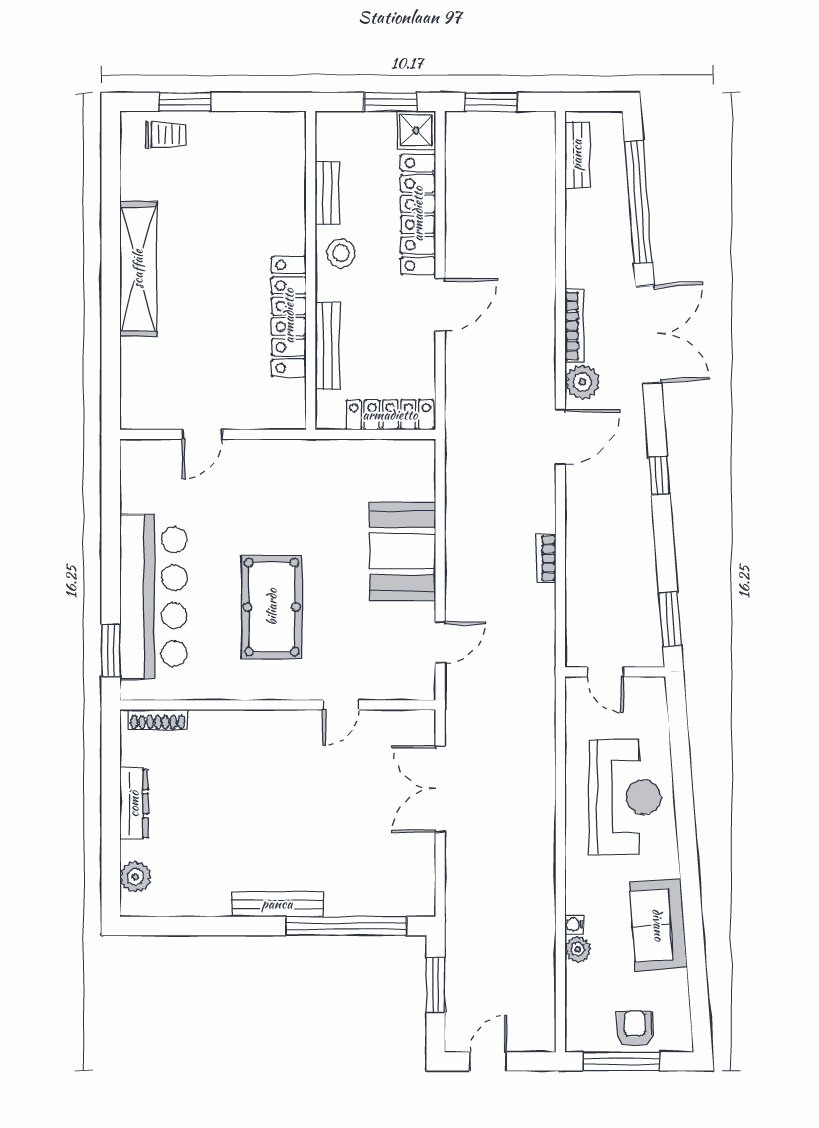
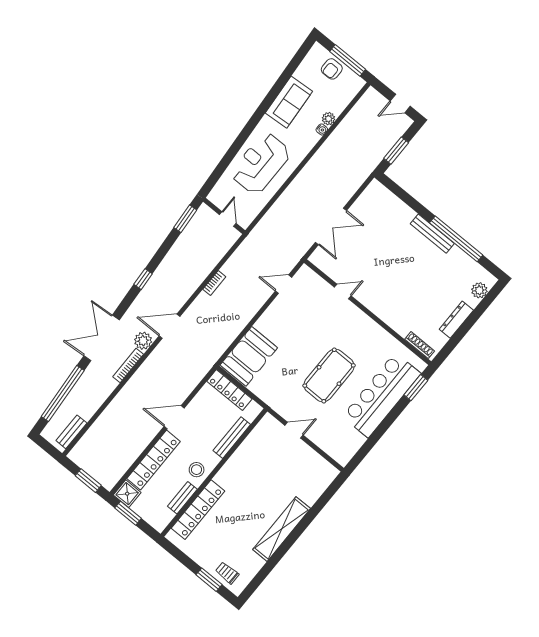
locker: (289, 316) -> (198, 510), moved
door: (202, 434) -> (294, 430), moved
booth: (403, 551) -> (249, 356), moved
pool table: (272, 607) -> (329, 375), moved
window: (346, 926) -> (456, 239), moved

